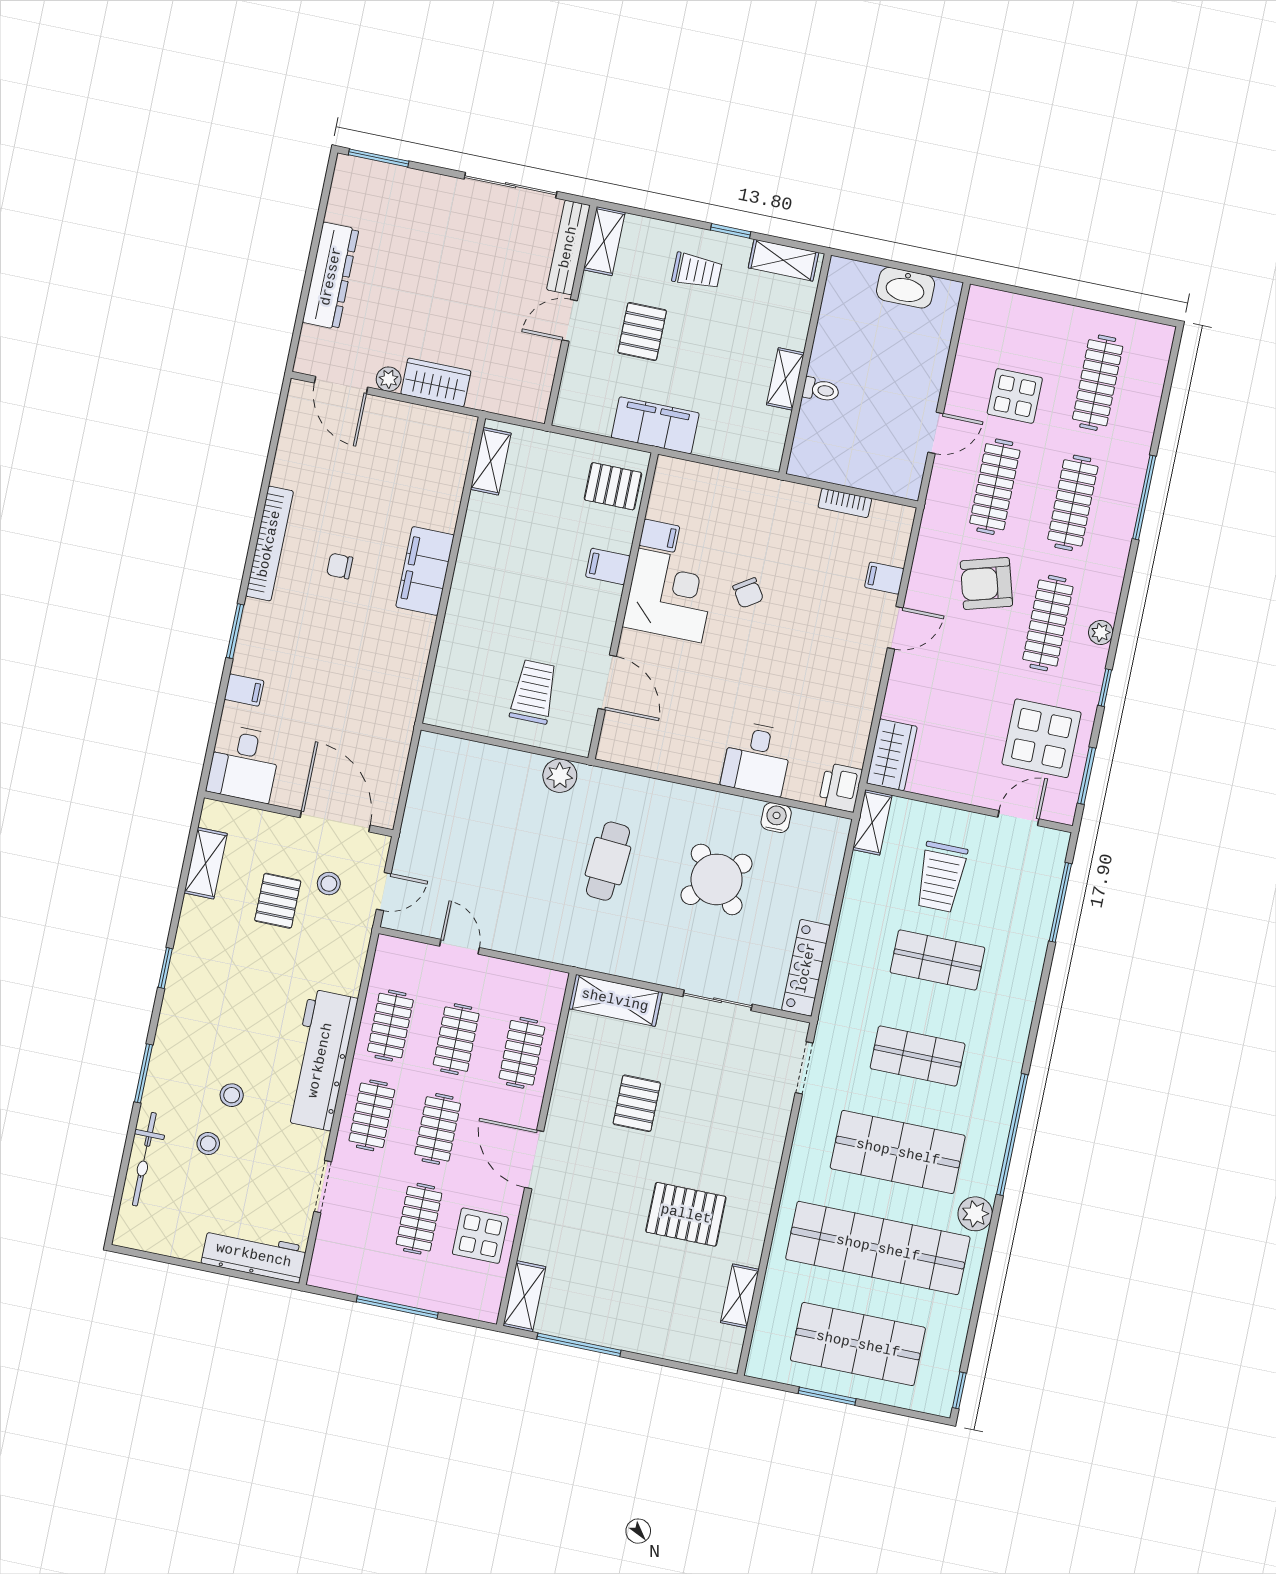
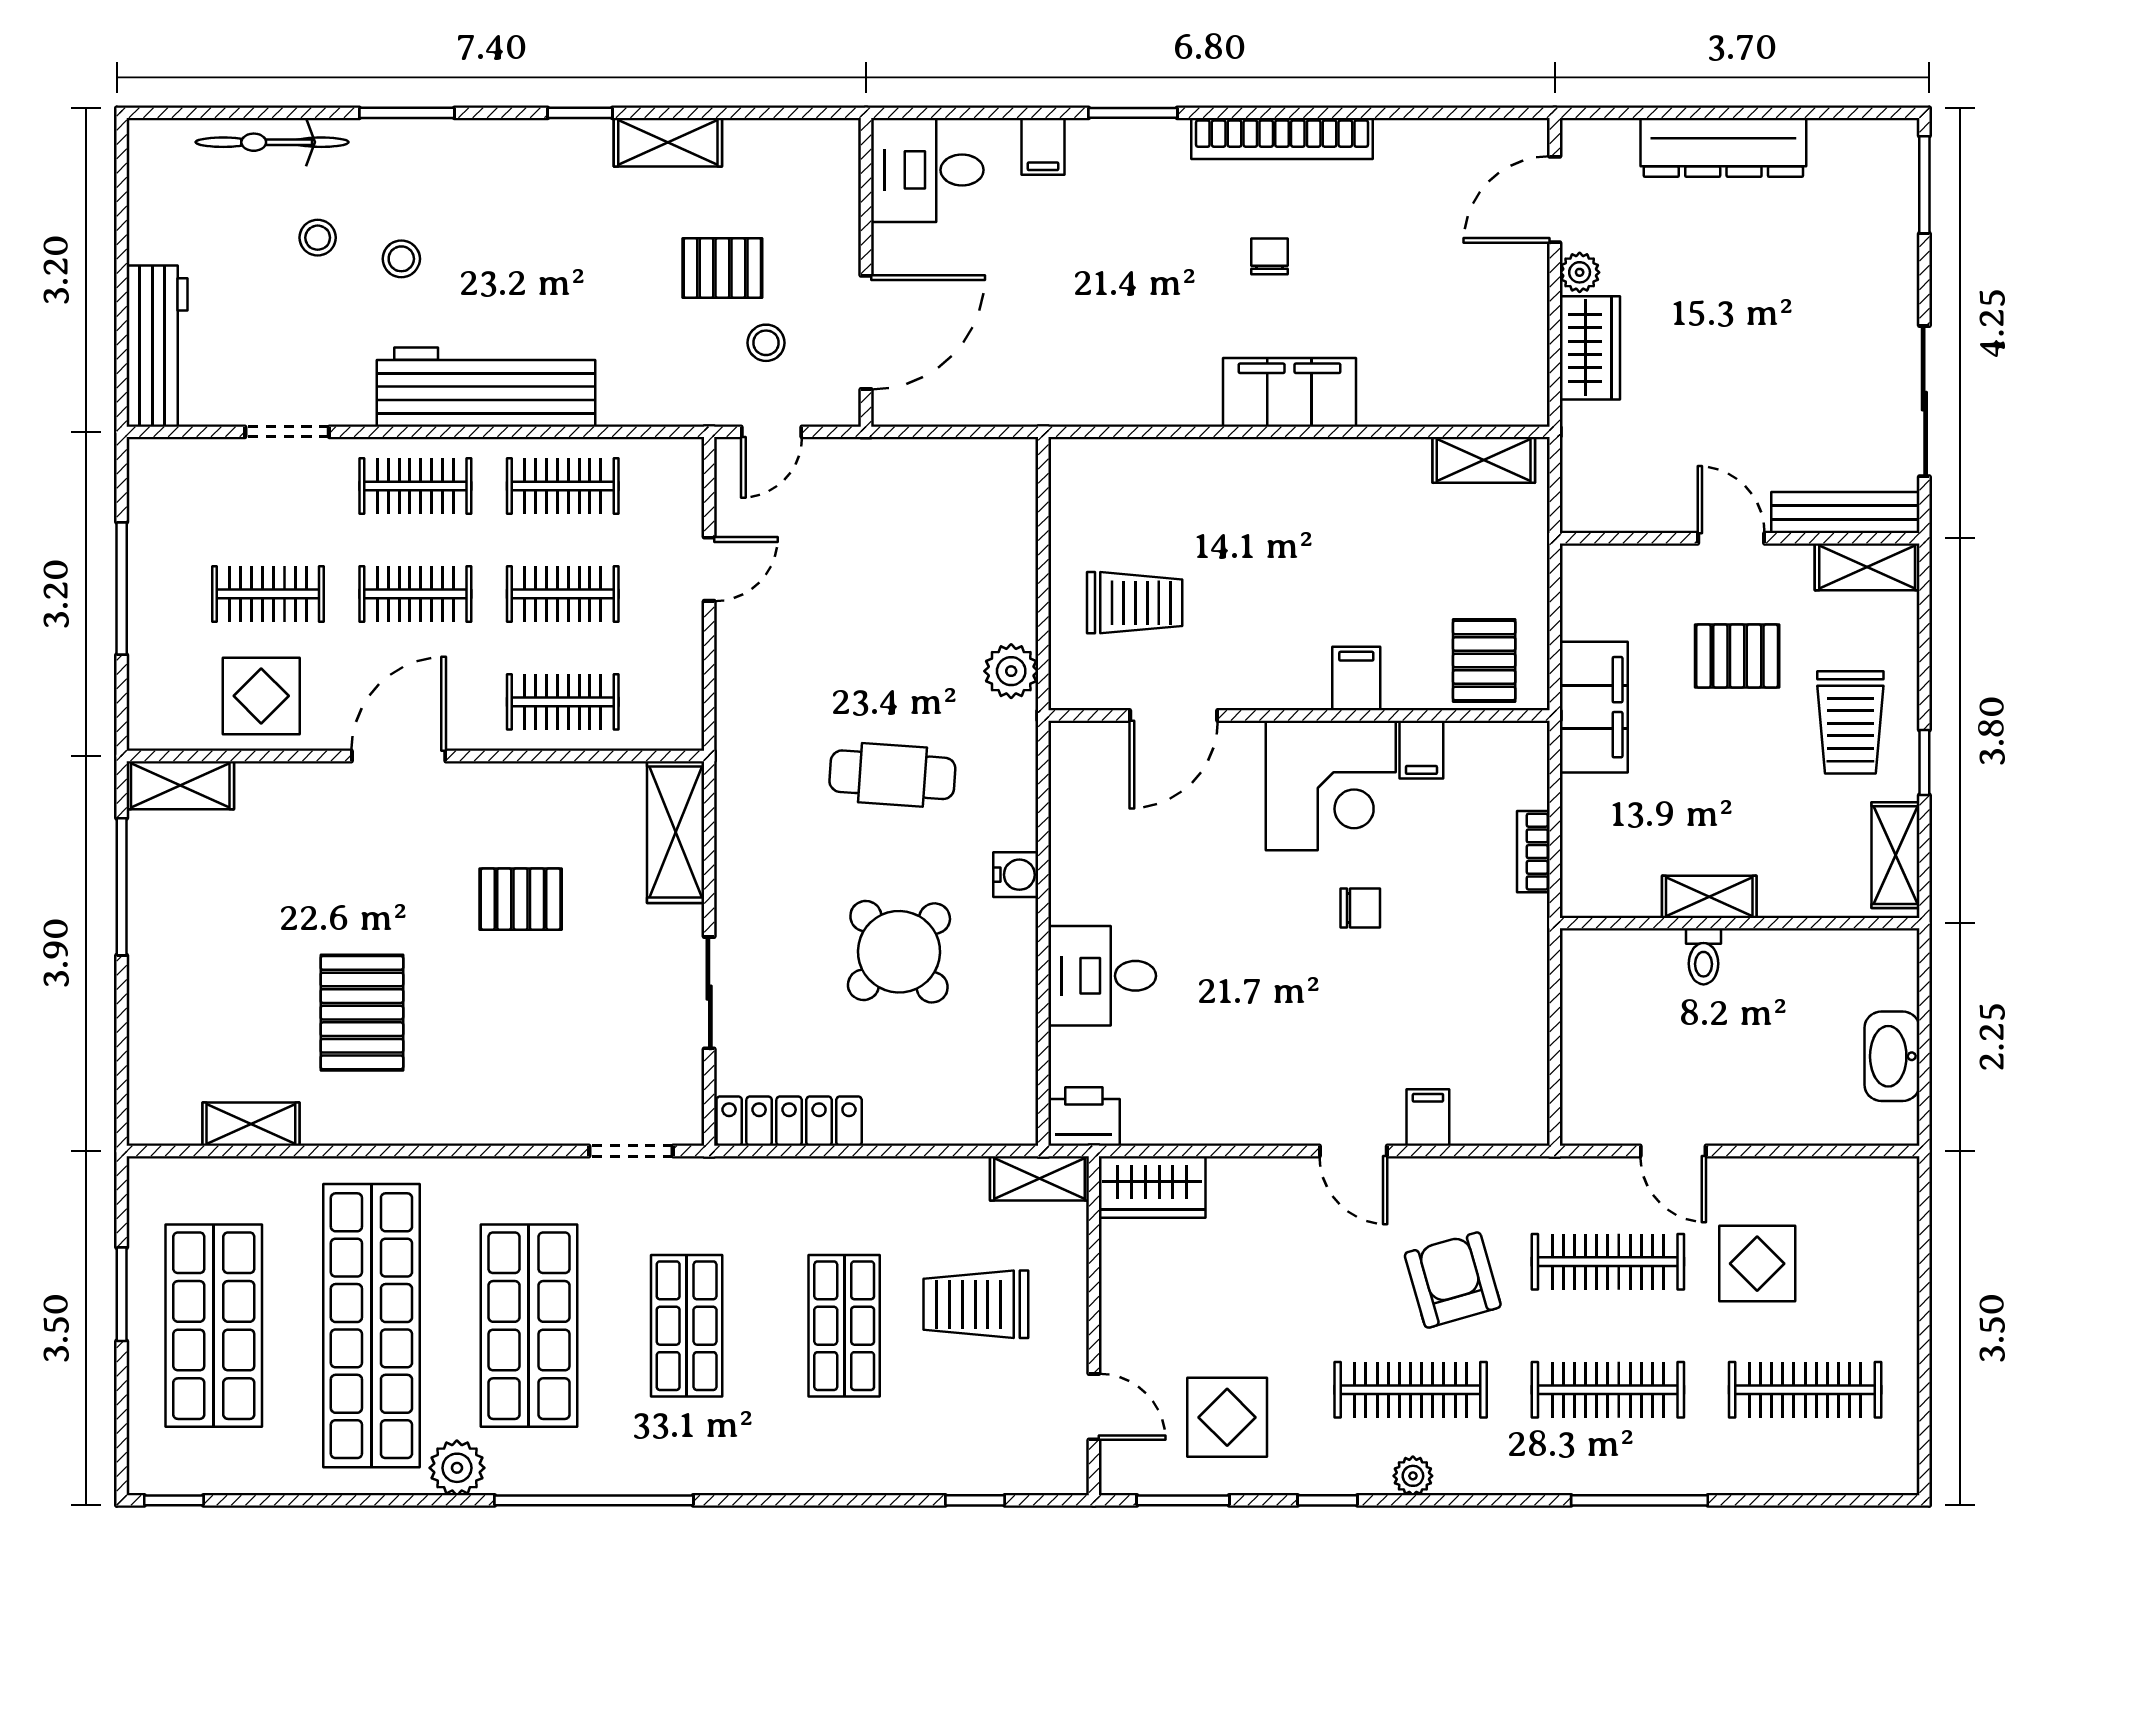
trolley: (697, 271) -> (1850, 722), width x1.36, depth x1.39
bookcase: (845, 503) -> (1533, 852), moved
chair: (748, 593) -> (1360, 908), turned -147
display table: (1042, 738) -> (1227, 1417), width x0.73, depth x0.73
water cooler: (776, 818) -> (1016, 875), moved
shelving: (206, 863) -> (668, 142), moved
door: (384, 892) -> (771, 432), hinge flipped
window: (1060, 902) -> (975, 1500), width x0.46

